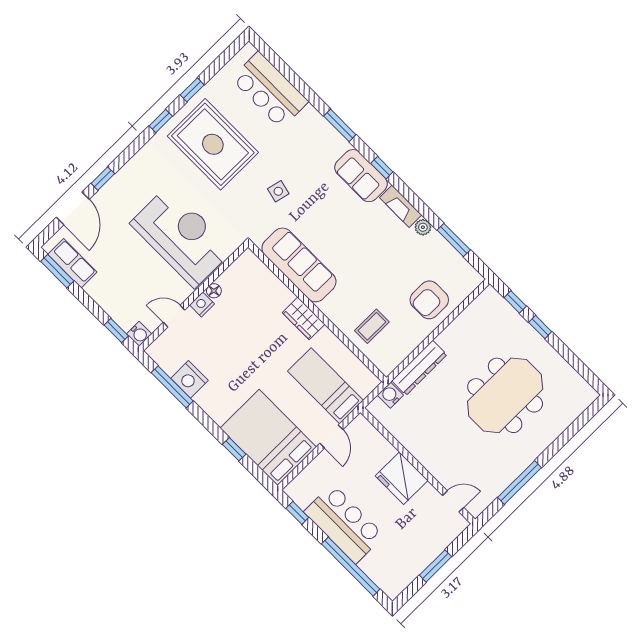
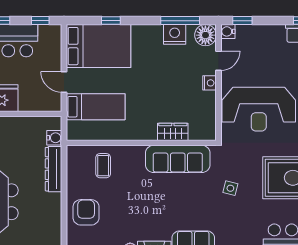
floor lamp: (214, 291) -> (205, 35), moved, width x1.89, depth x1.89
wardrobe: (304, 318) -> (173, 132), moved

